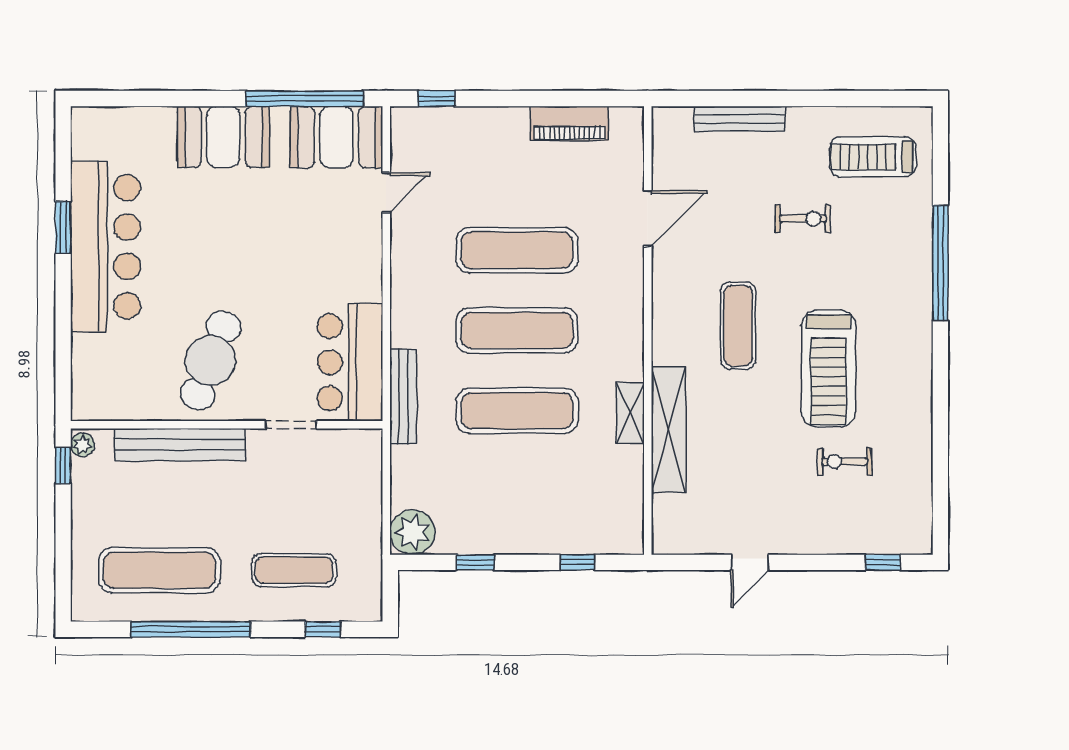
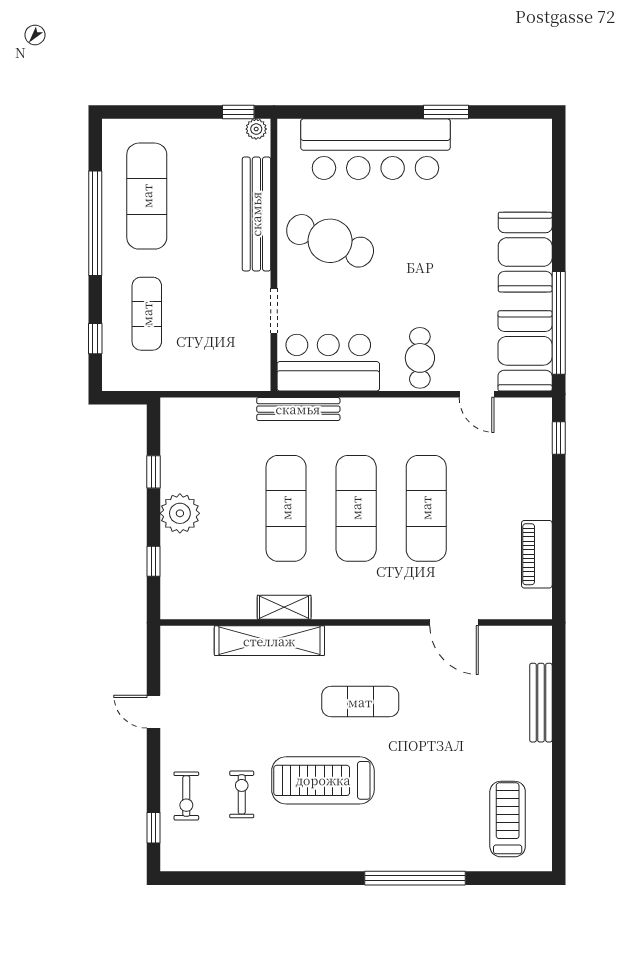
exercise bike: (803, 219) -> (186, 796), moved
bar counter: (106, 247) -> (375, 149), moved
cafe table: (345, 257) -> (420, 358), added
plant: (412, 532) -> (180, 513), moved

